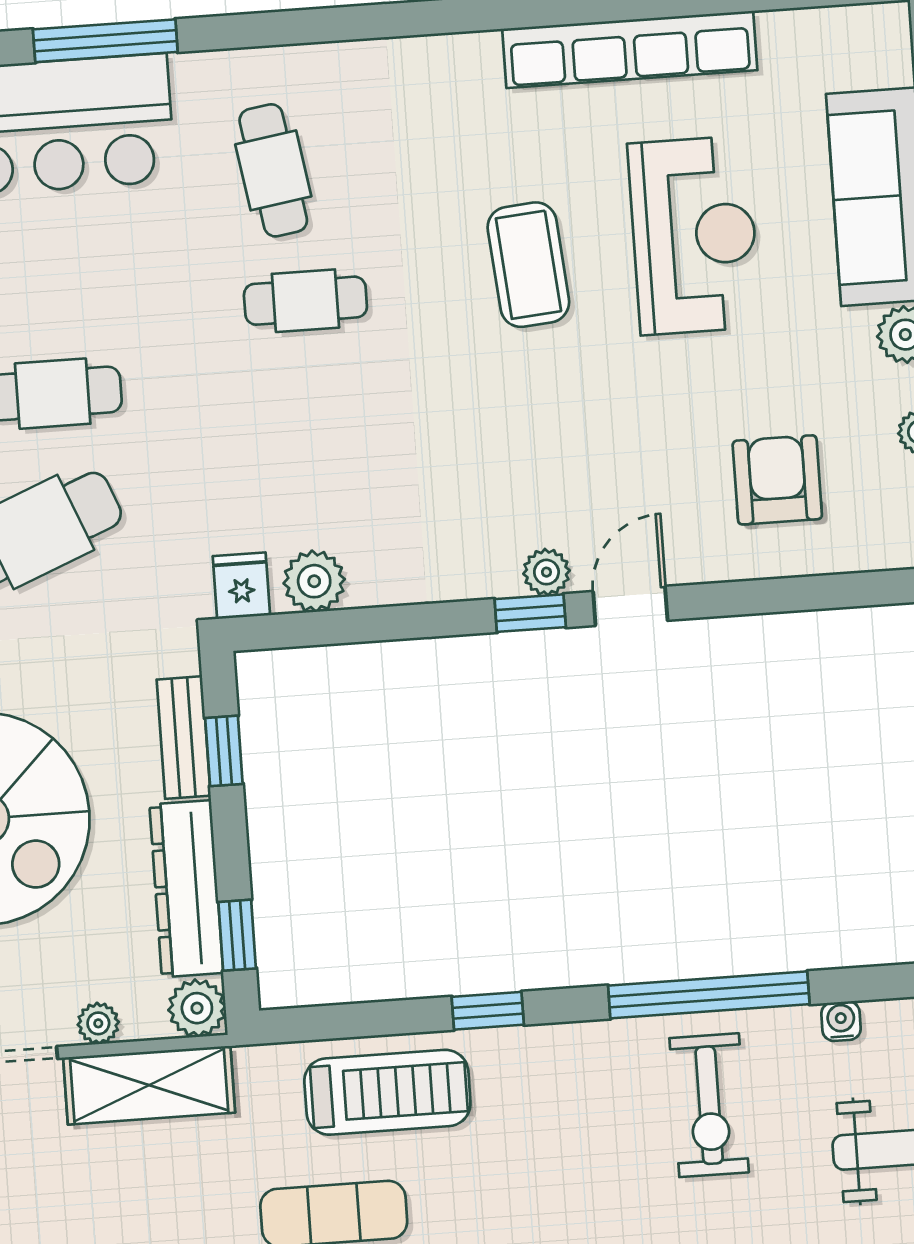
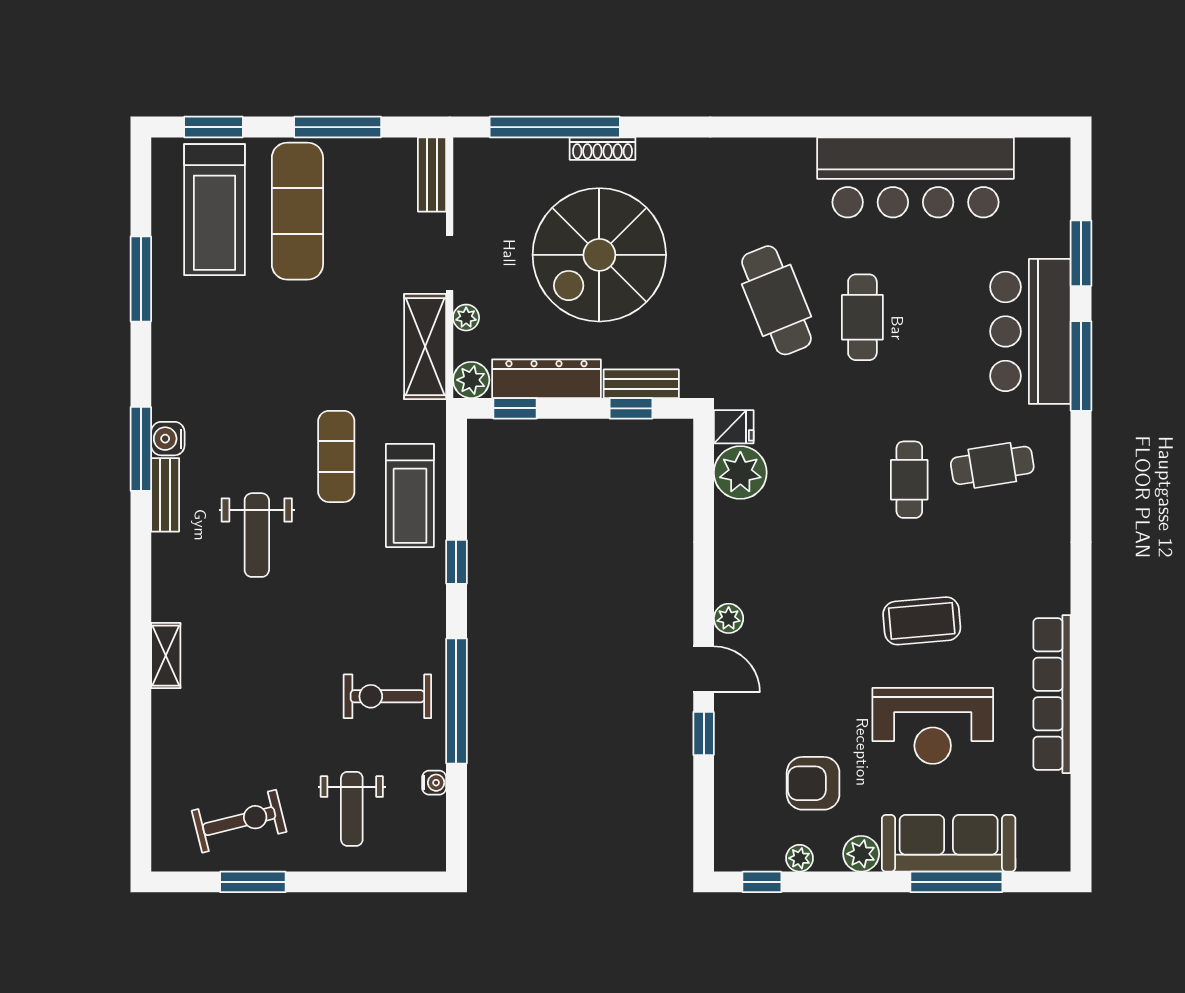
armchair: (777, 480) -> (813, 783), moved, turned 180
plant: (314, 581) -> (740, 473), width x1.36, depth x1.36
window: (530, 613) -> (704, 734), moved

